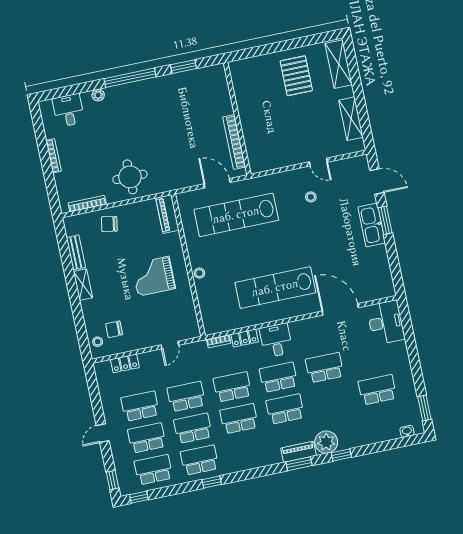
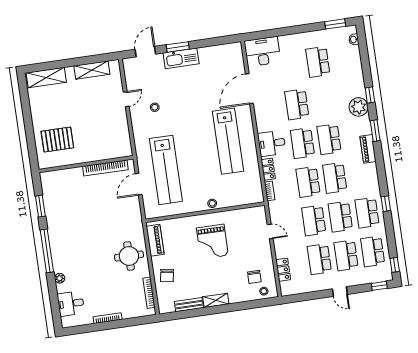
pallet: (296, 76) -> (57, 140), moved
piano: (167, 214) -> (155, 240), moved, turned -90
piano: (298, 452) -> (368, 149), moved

